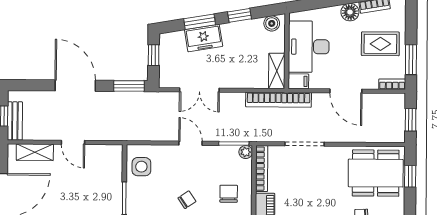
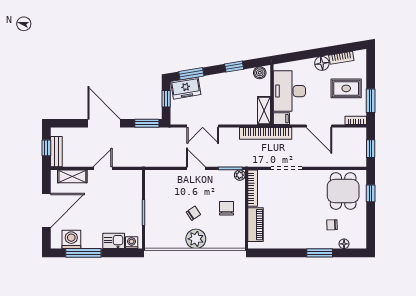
window: (200, 22) -> (191, 74), moved
freezer: (204, 38) -> (186, 88), moved
door: (73, 142) -> (103, 168), swing flipped
side table: (141, 167) -> (157, 187), removed
dining table: (376, 173) -> (343, 191), width x0.73

